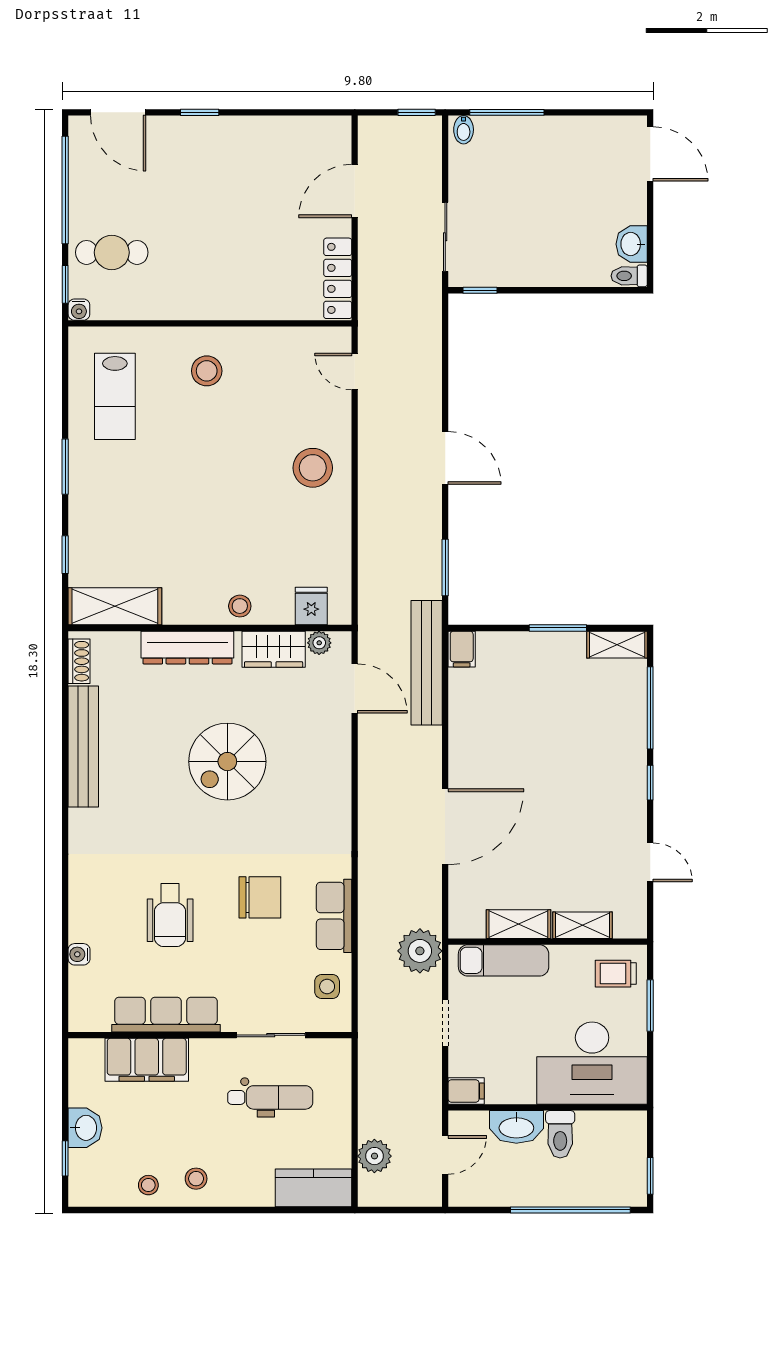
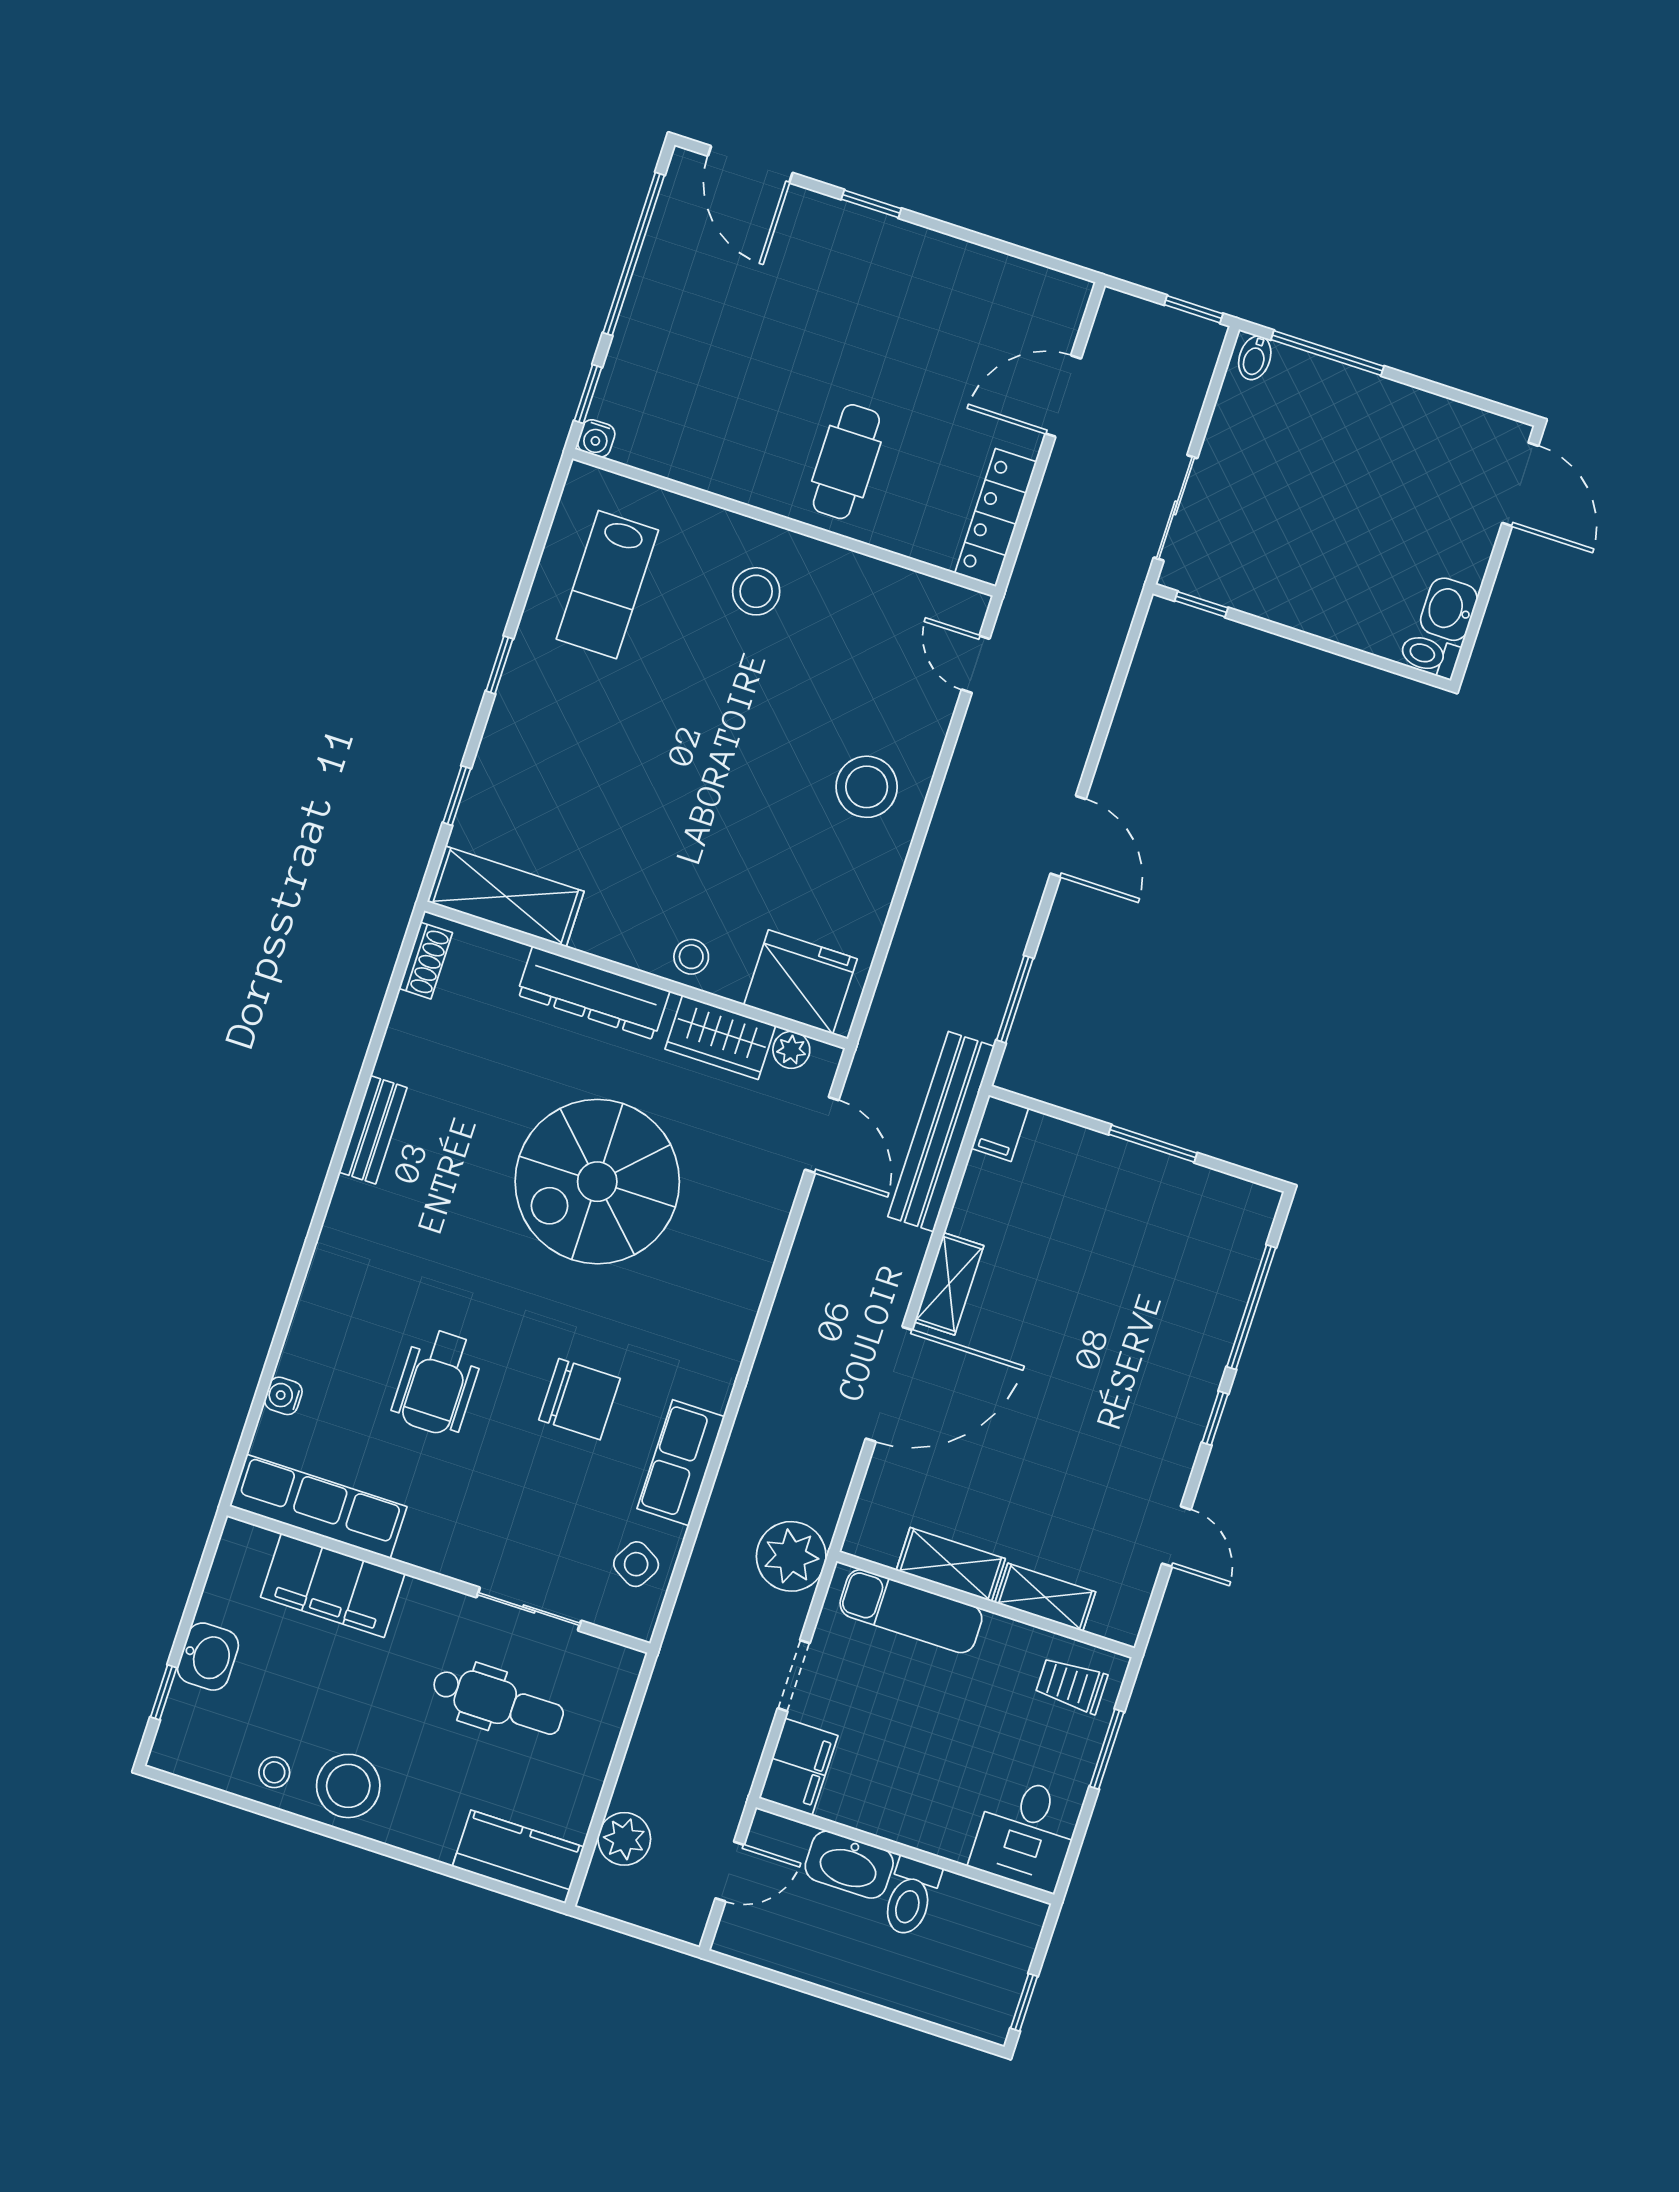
cafe table: (112, 252) -> (846, 462), moved, turned 90
window: (65, 467) -> (499, 665), width x0.67
fridge: (311, 606) -> (800, 982), width x1.88, depth x1.34
shelving: (617, 645) -> (949, 1284), moved, turned 90
bench: (83, 747) -> (373, 1130), width x0.54, depth x0.82
spiral stairs: (227, 762) -> (597, 1182), width x1.37, depth x1.37
side table: (327, 987) -> (636, 1564), turned 30
row of seats: (166, 1015) -> (318, 1506), moved
desk: (592, 1063) -> (1026, 1833), width x0.53, depth x0.77
filing cabinet: (466, 1091) -> (798, 1767), width x2.00
stool: (196, 1179) -> (348, 1786), width x1.89, depth x1.89
window: (570, 1210) -> (889, 2014), removed

